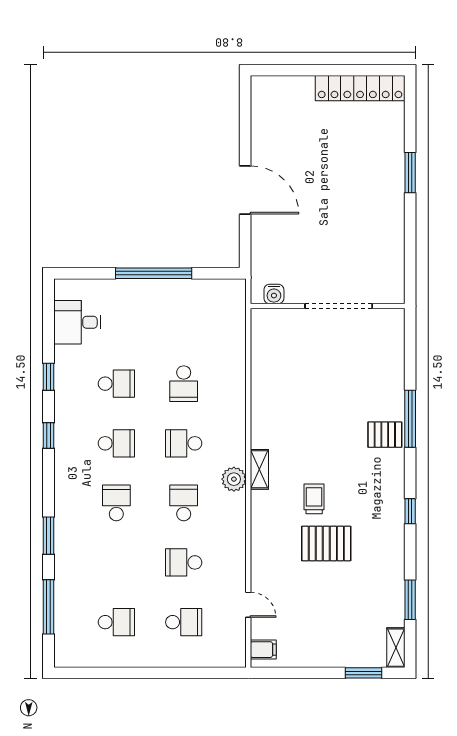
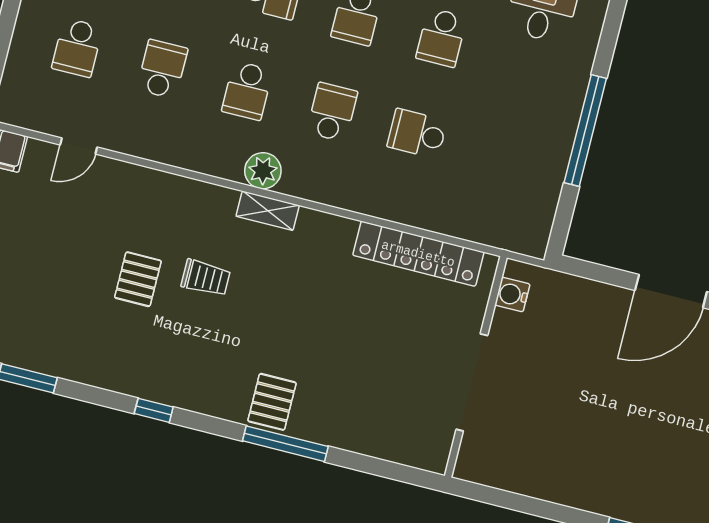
locker: (263, 363) -> (418, 254), added
school desk: (184, 503) -> (247, 91), turned 90
pallet: (326, 543) -> (138, 279), width x0.67, depth x0.71

